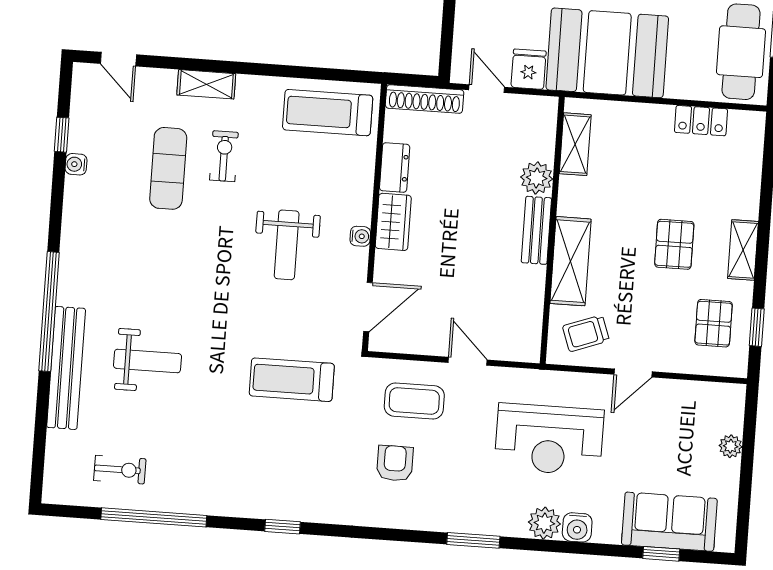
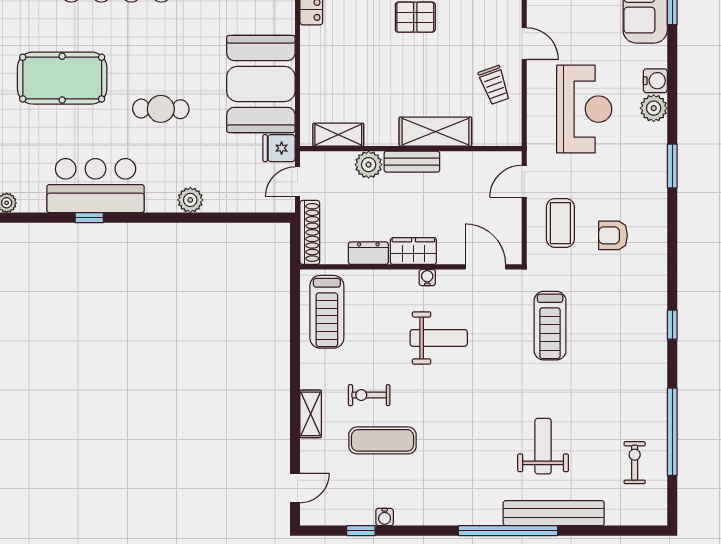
shelving: (575, 144) -> (338, 135), moved
plant: (537, 178) -> (369, 165), moved
bench: (536, 230) -> (412, 162), moved
wall: (552, 230) -> (411, 149), moved
shelving: (571, 261) -> (435, 132), moved

